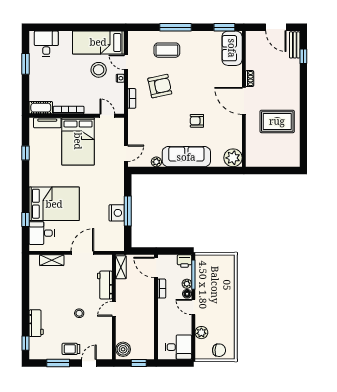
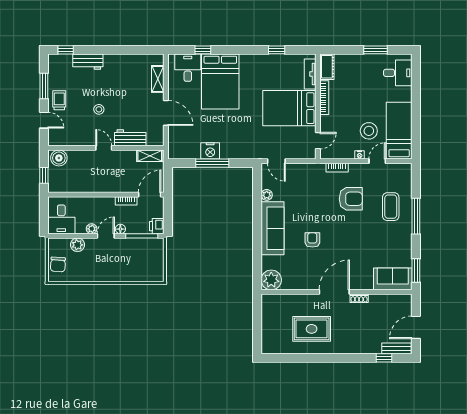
armchair: (160, 86) -> (351, 199), turned -78
rug: (277, 121) -> (312, 329), turned 90
plant: (187, 284) -> (92, 229), moved

